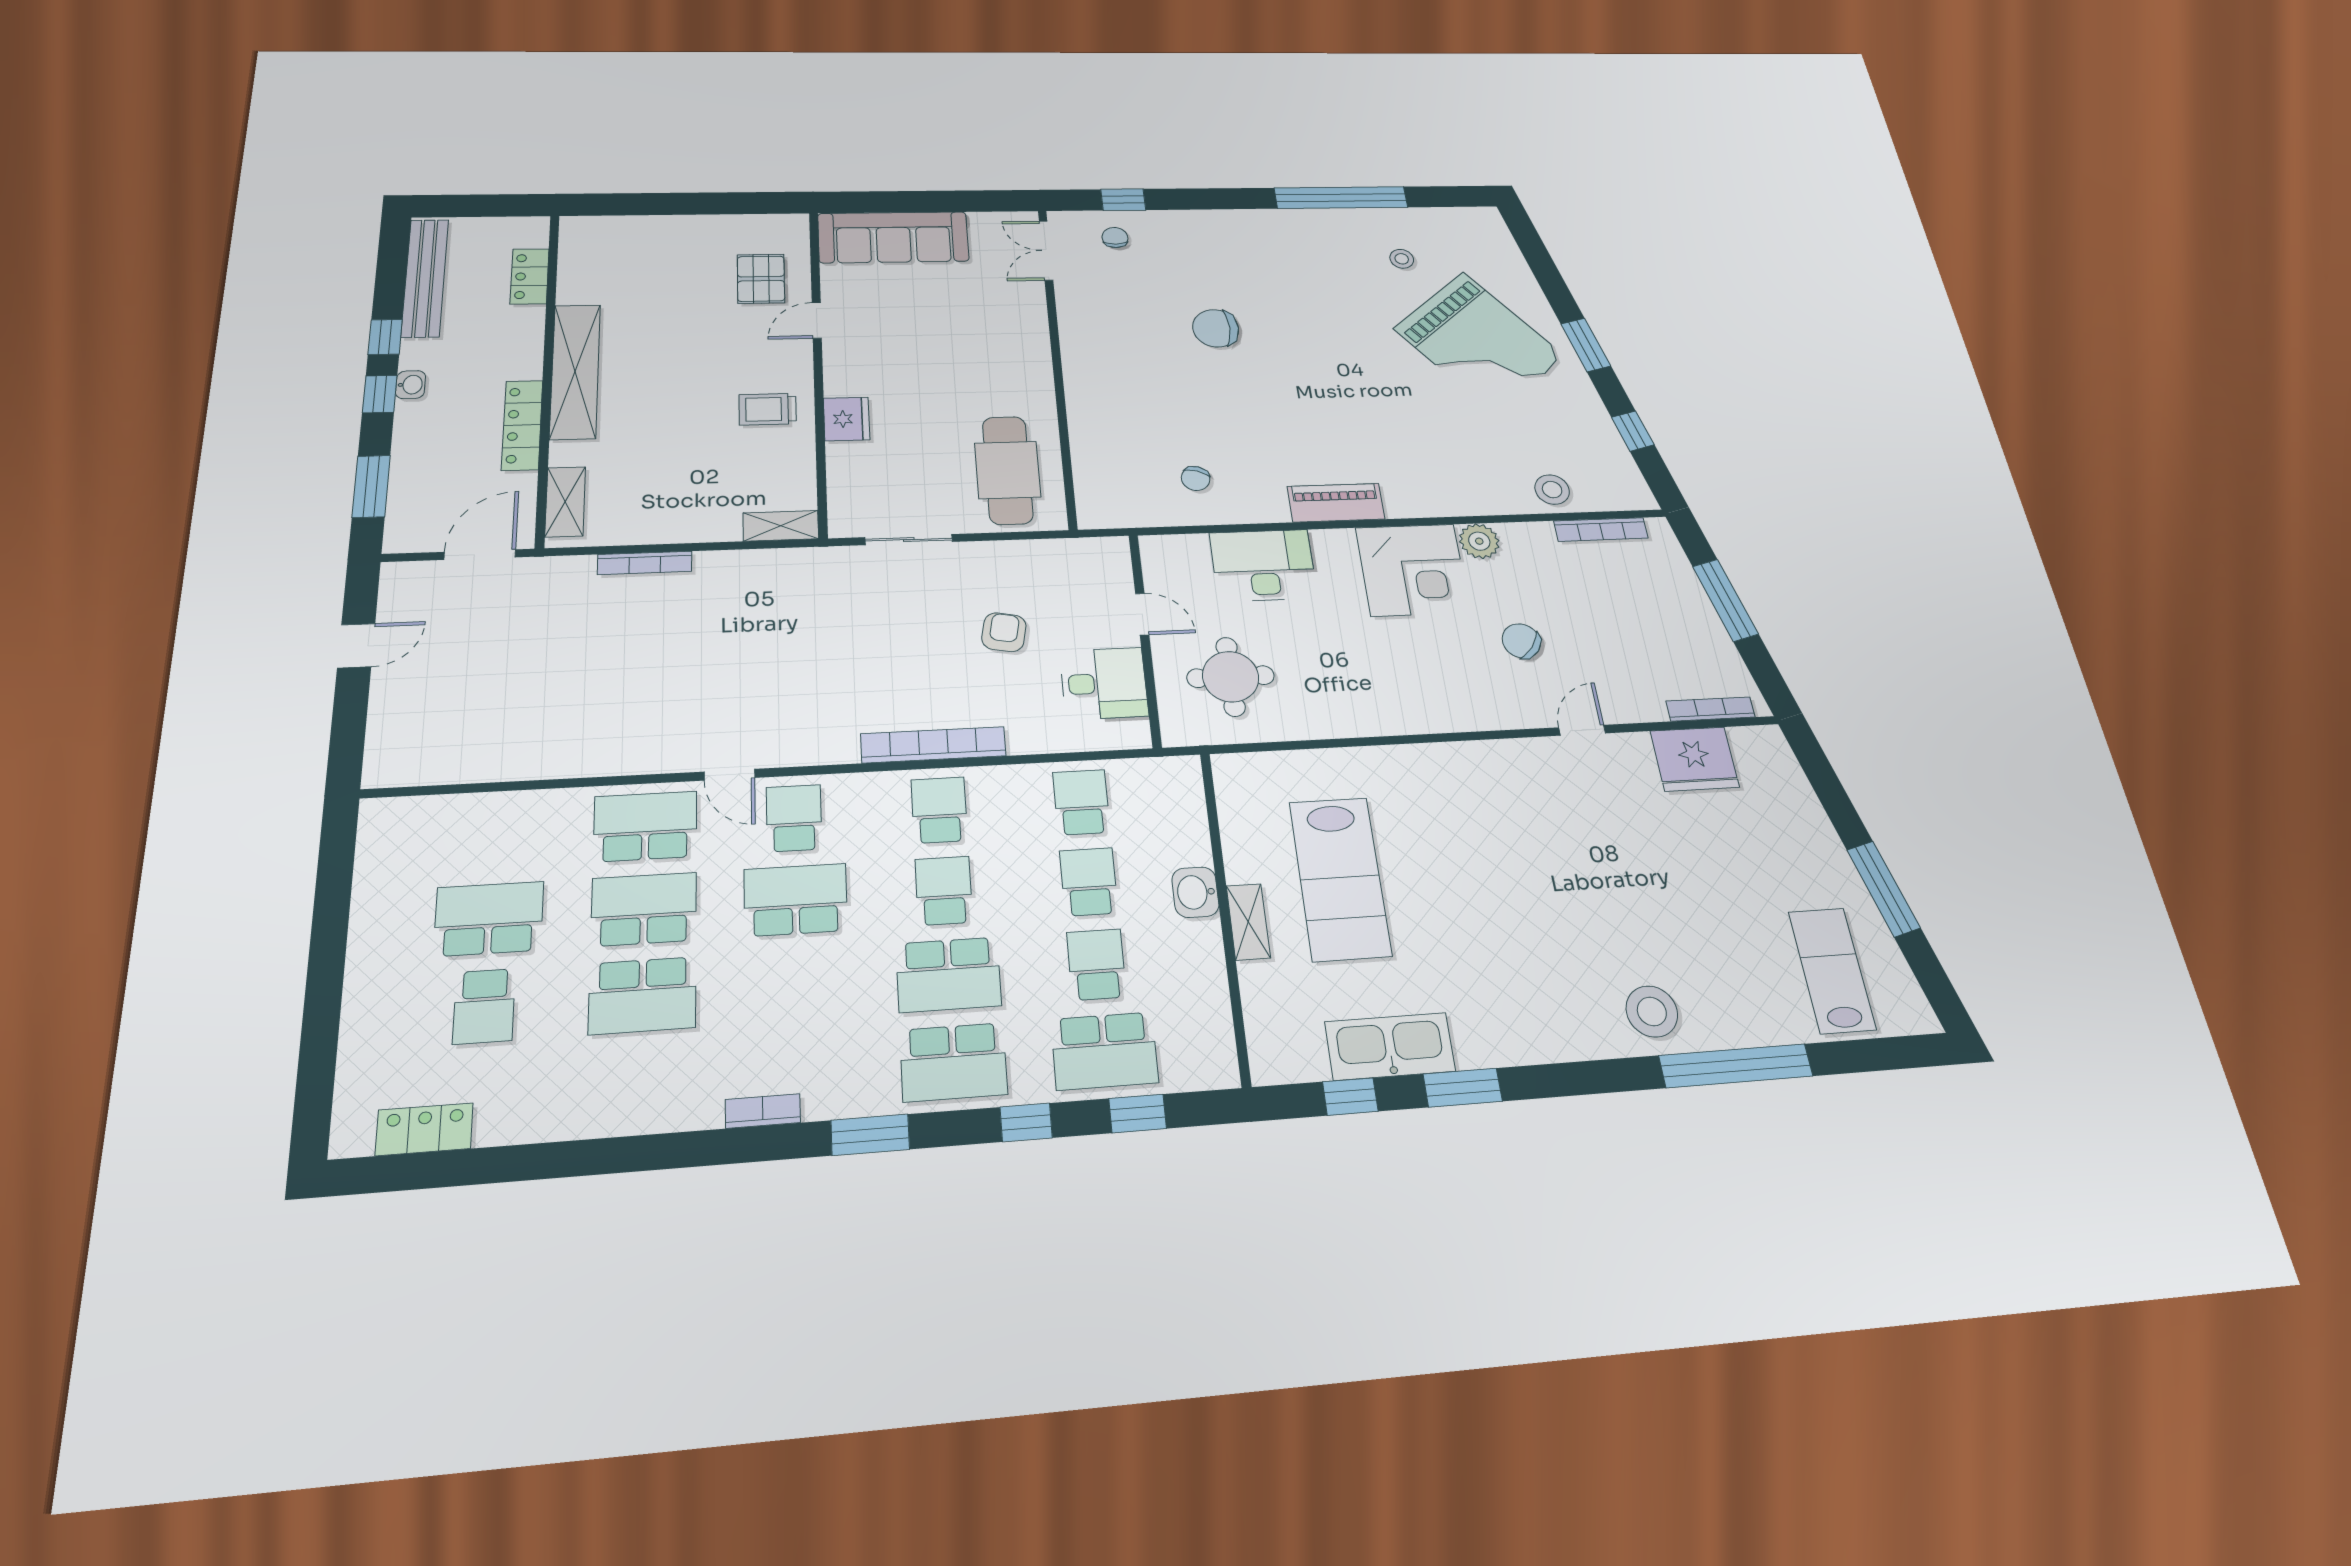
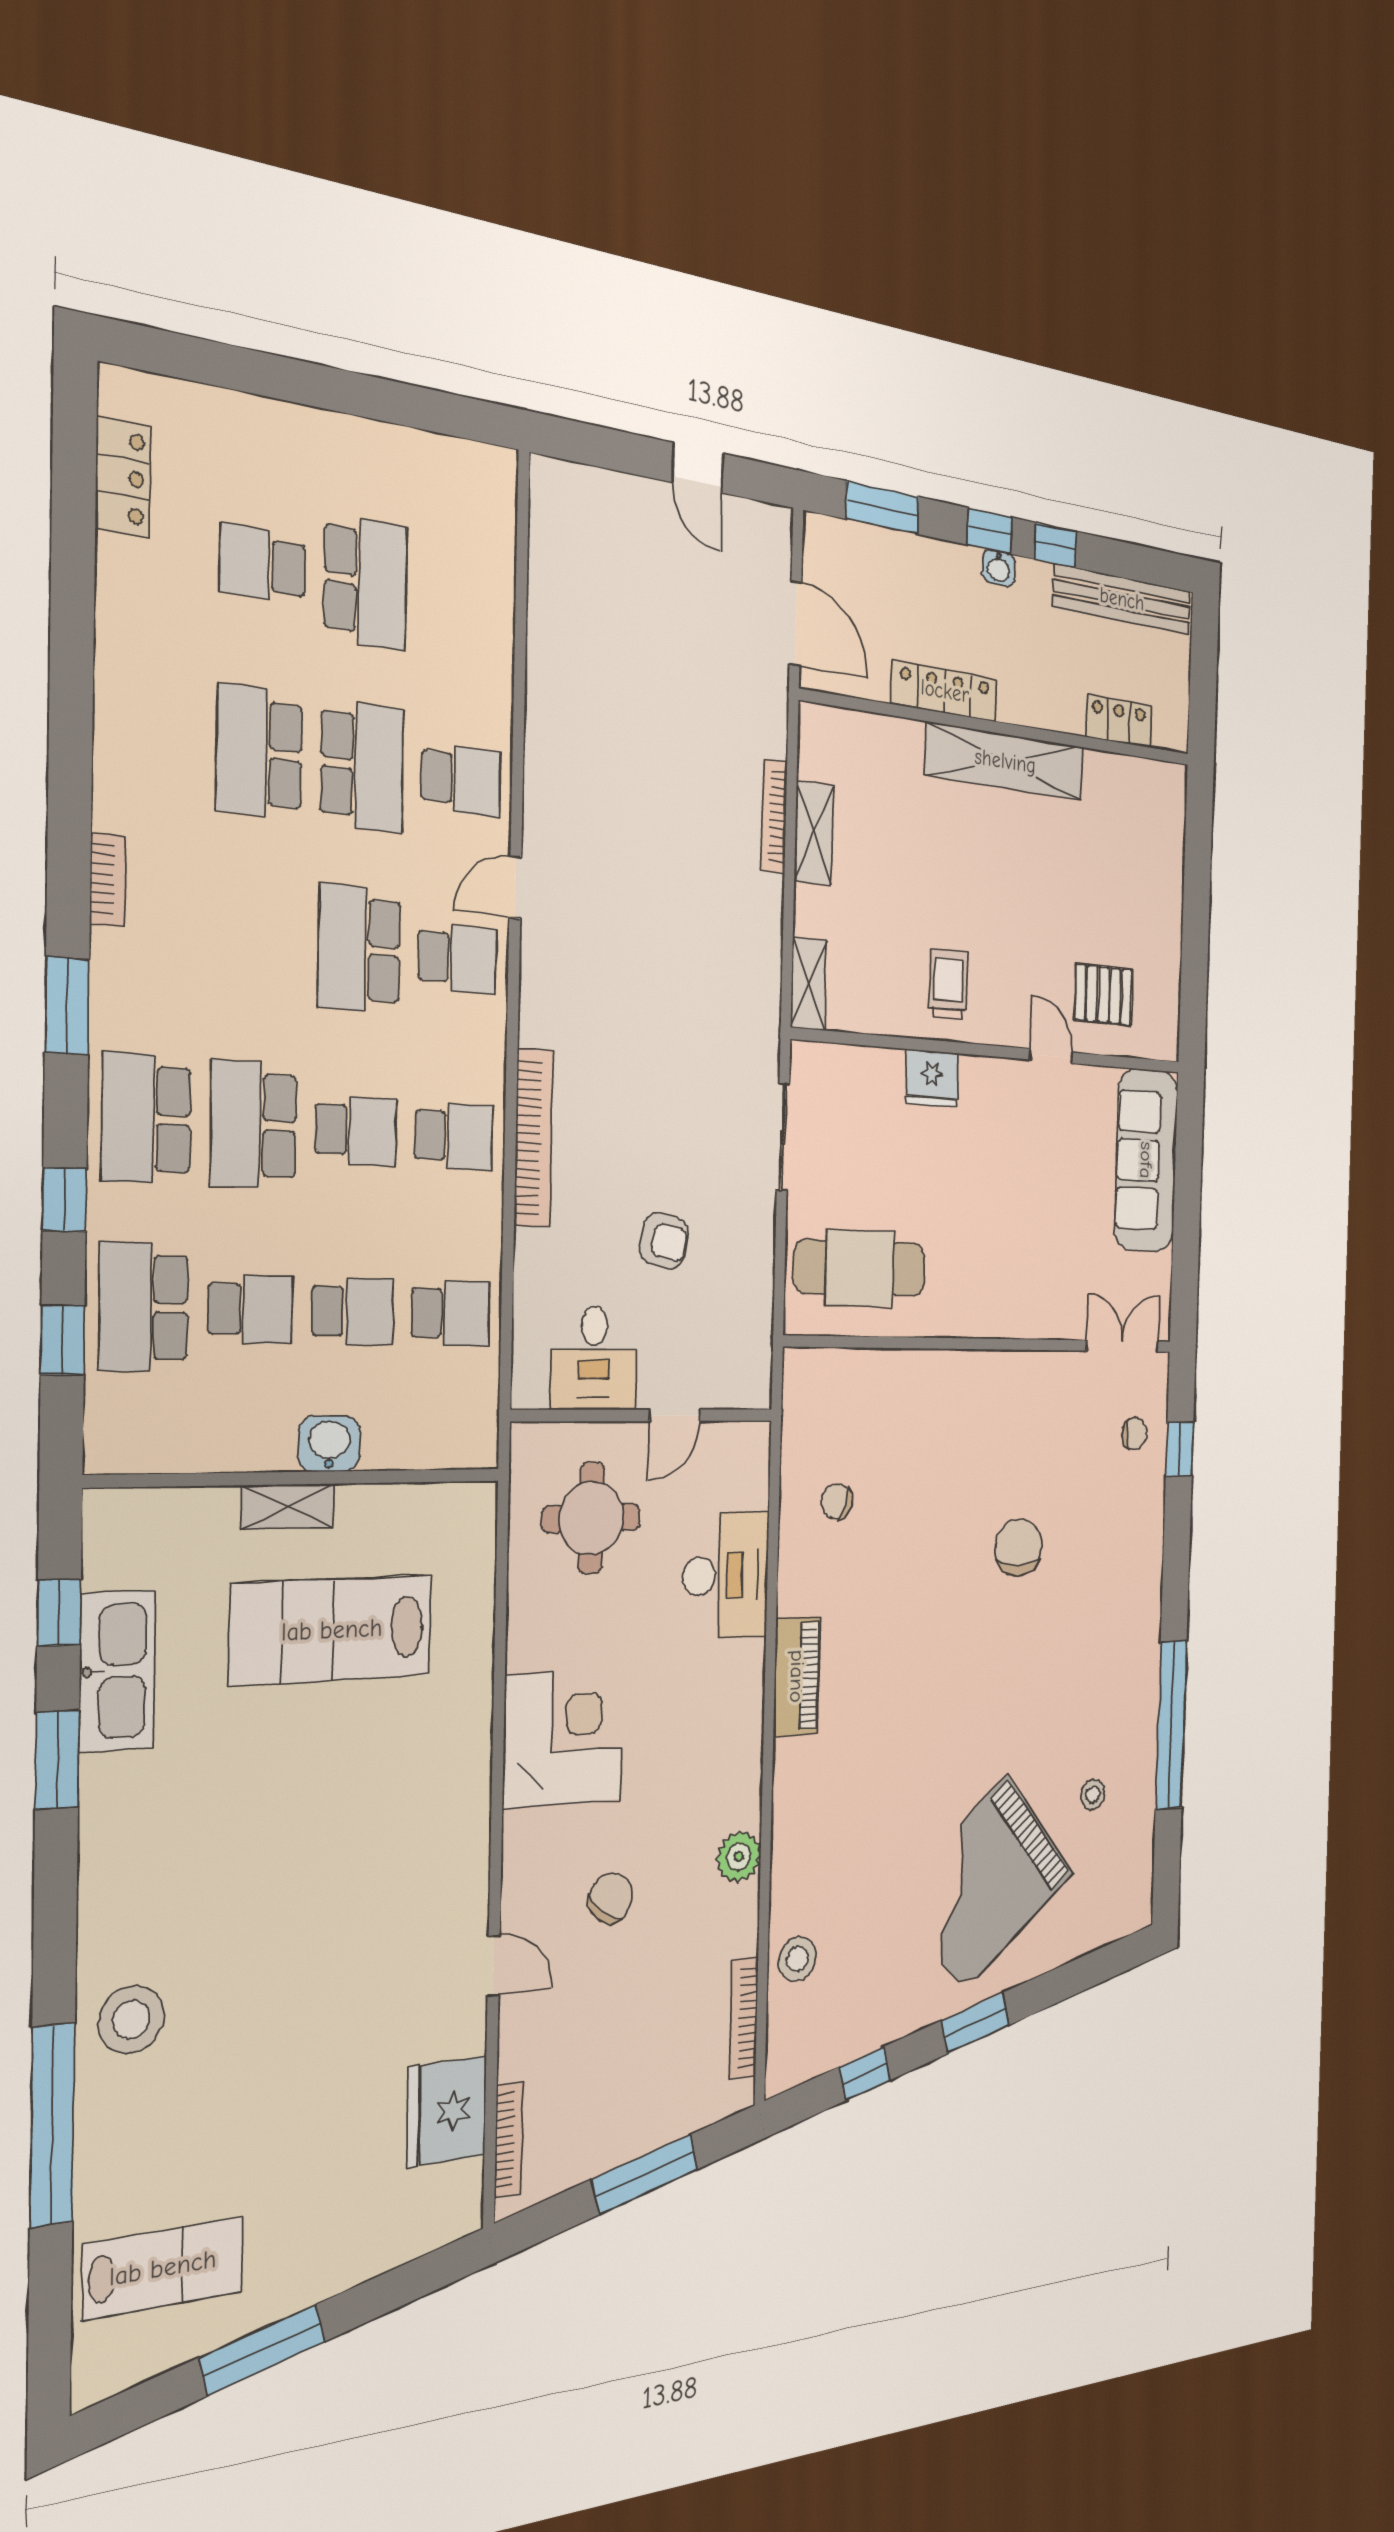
shelving: (565, 502) -> (814, 833), moved, turned 90
corner desk: (1413, 570) -> (564, 1738), moved, turned 180
school desk: (645, 826) -> (461, 780), width x0.54
school desk: (796, 900) -> (359, 949), turned 180

